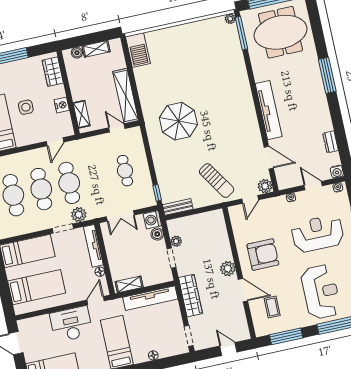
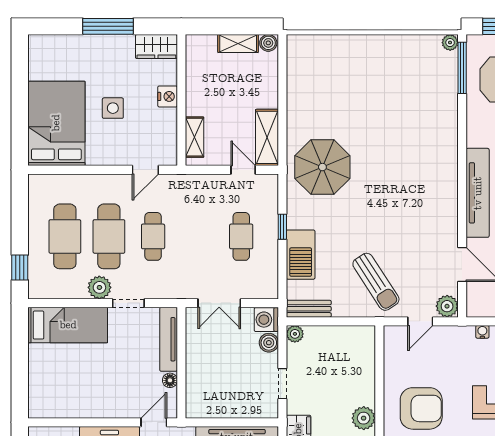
barbecue: (138, 50) -> (301, 255), moved
boiler: (77, 53) -> (268, 43), moved
wardrobe: (53, 72) -> (156, 47), moved, turned -90
shelving: (126, 96) -> (267, 137), width x0.68
nightstand: (62, 105) -> (168, 96), moved
parasol: (178, 121) -> (322, 167), moved
cafe table: (69, 183) -> (153, 236), width x0.73, depth x0.74
window: (157, 193) -> (282, 227), moved
plant: (79, 215) -> (99, 287), moved
plant: (176, 241) -> (295, 334), moved
shelving: (129, 284) -> (210, 409), removed
bed: (37, 287) -> (70, 383), removed

